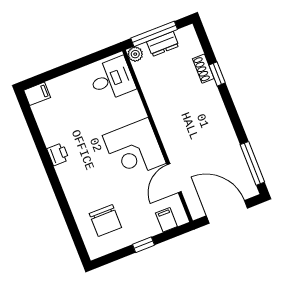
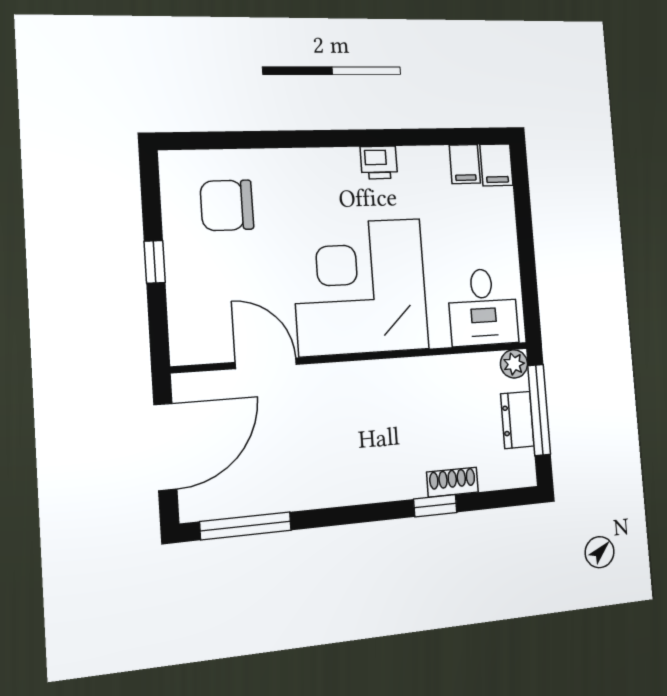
corner desk: (134, 149) -> (360, 287), width x1.36, depth x1.36
filing cabinet: (166, 220) -> (465, 164), moved, turned 90

